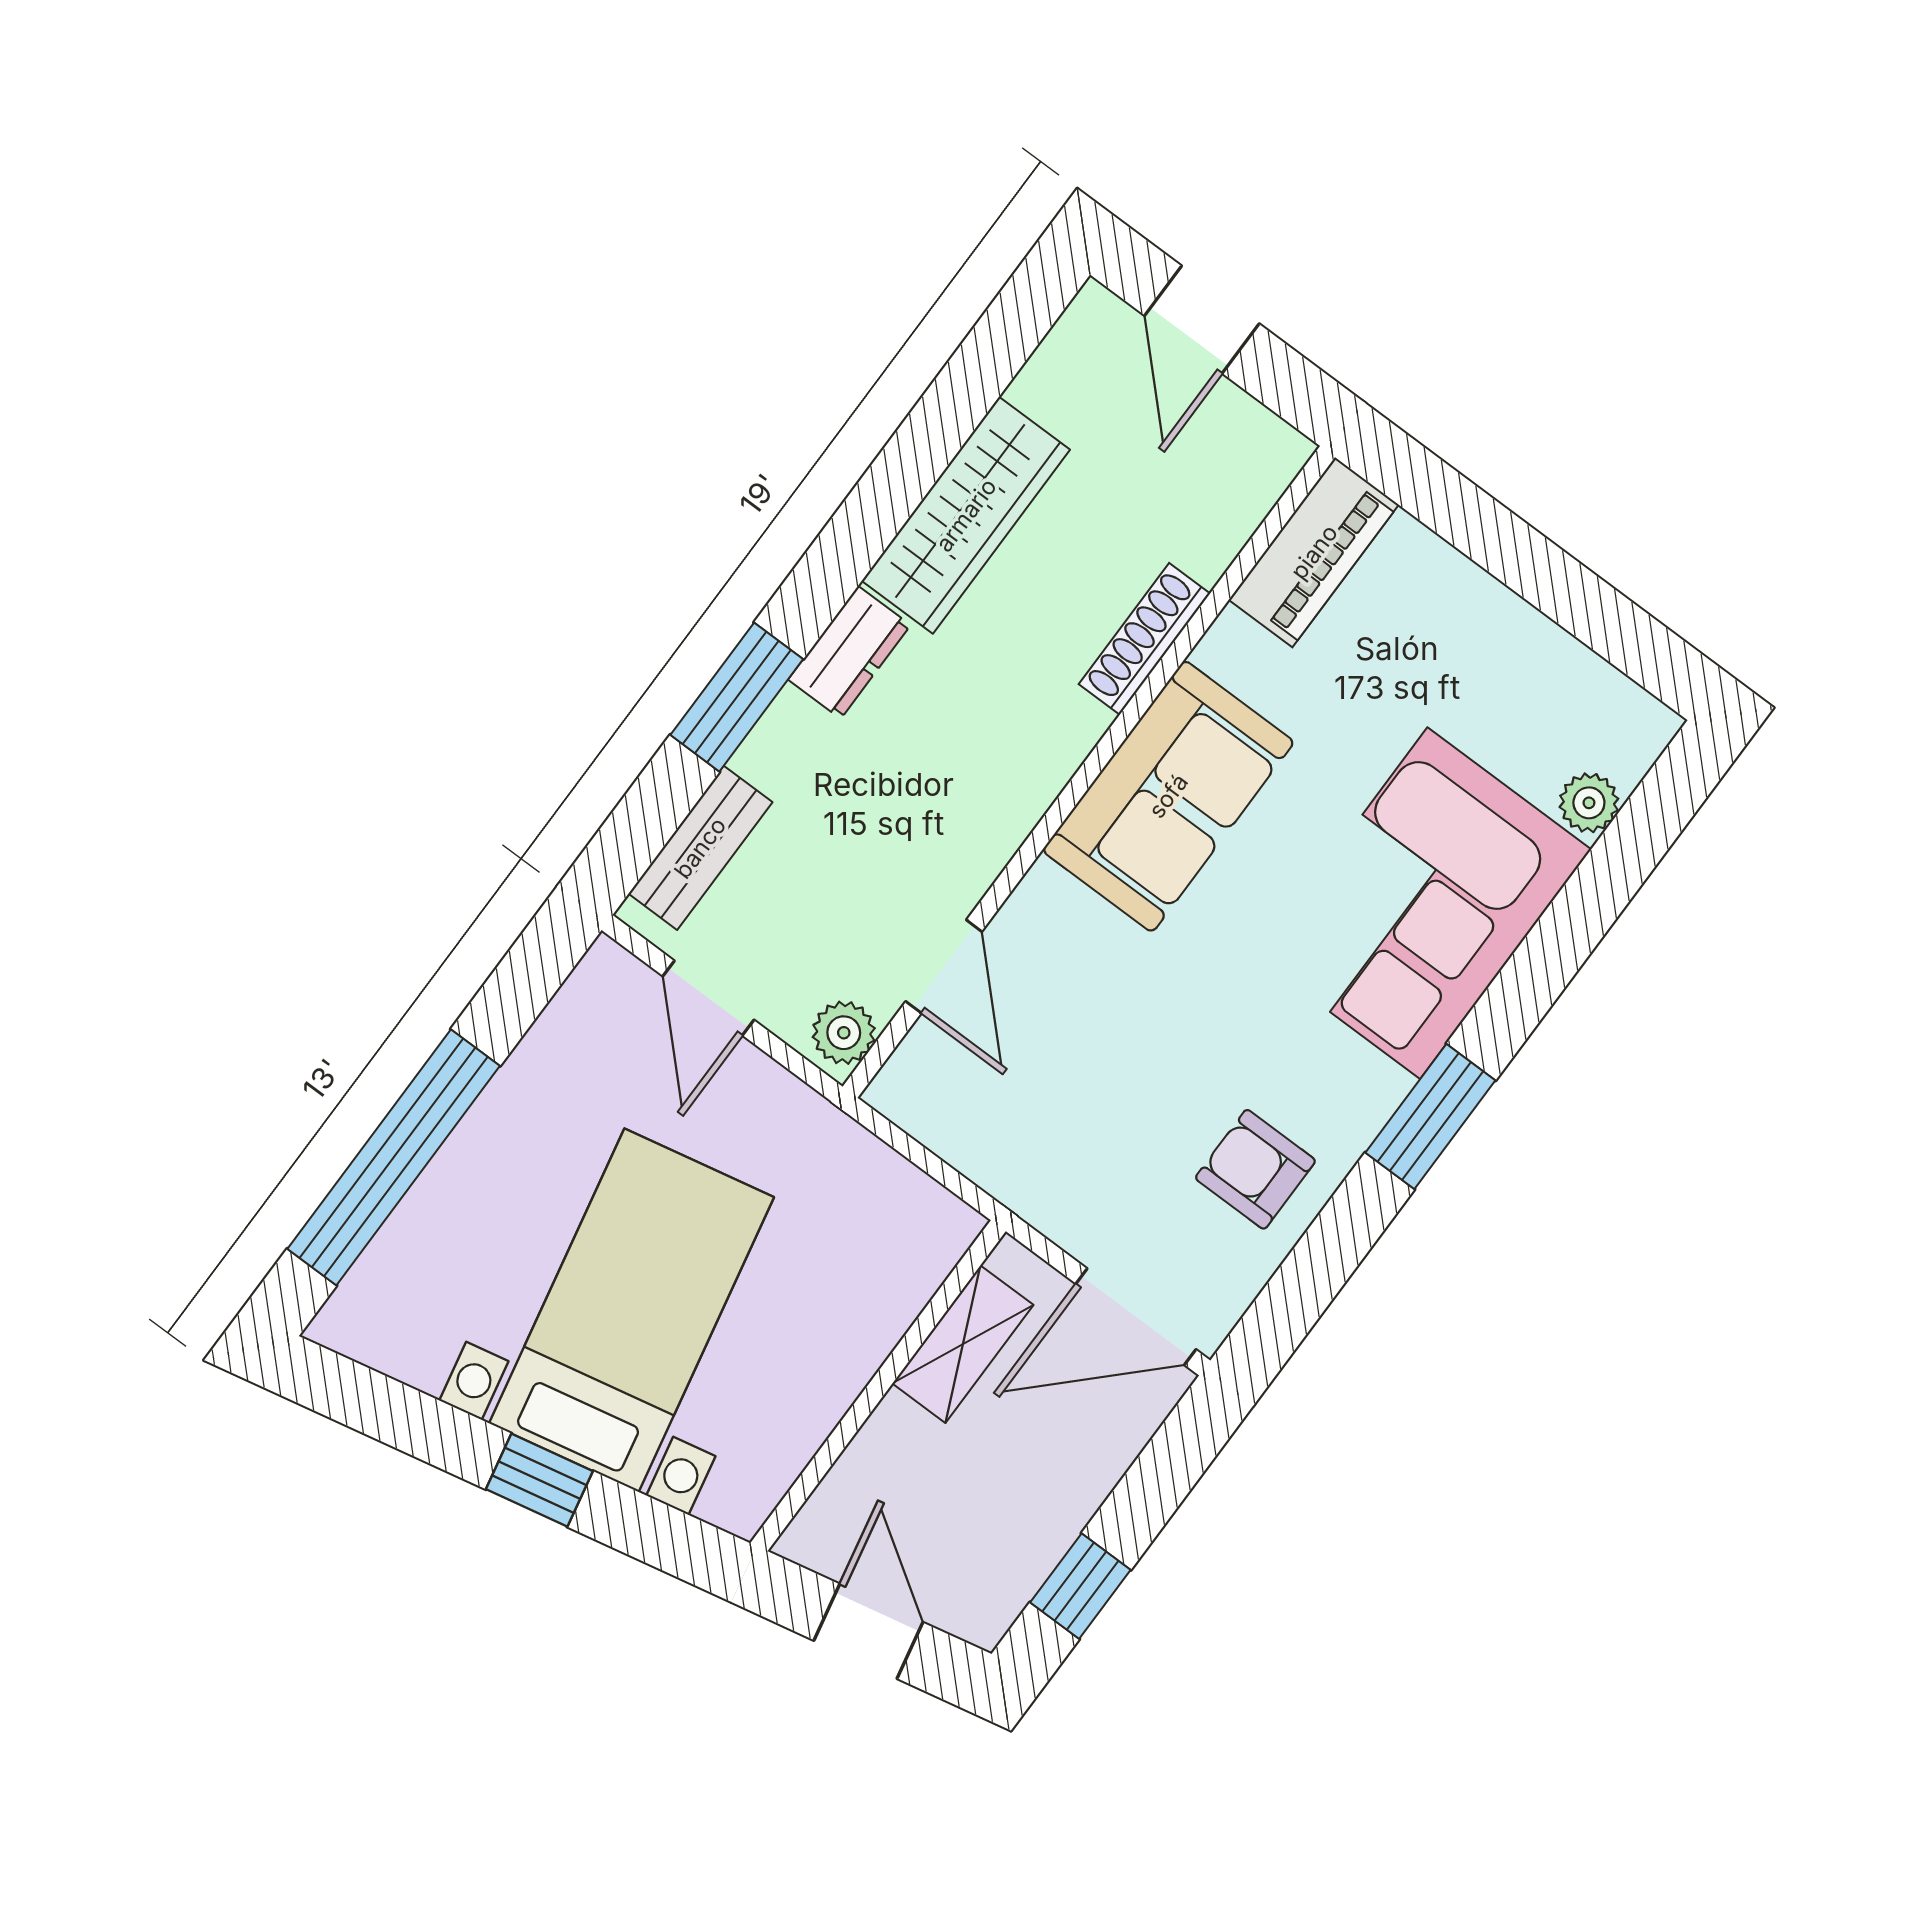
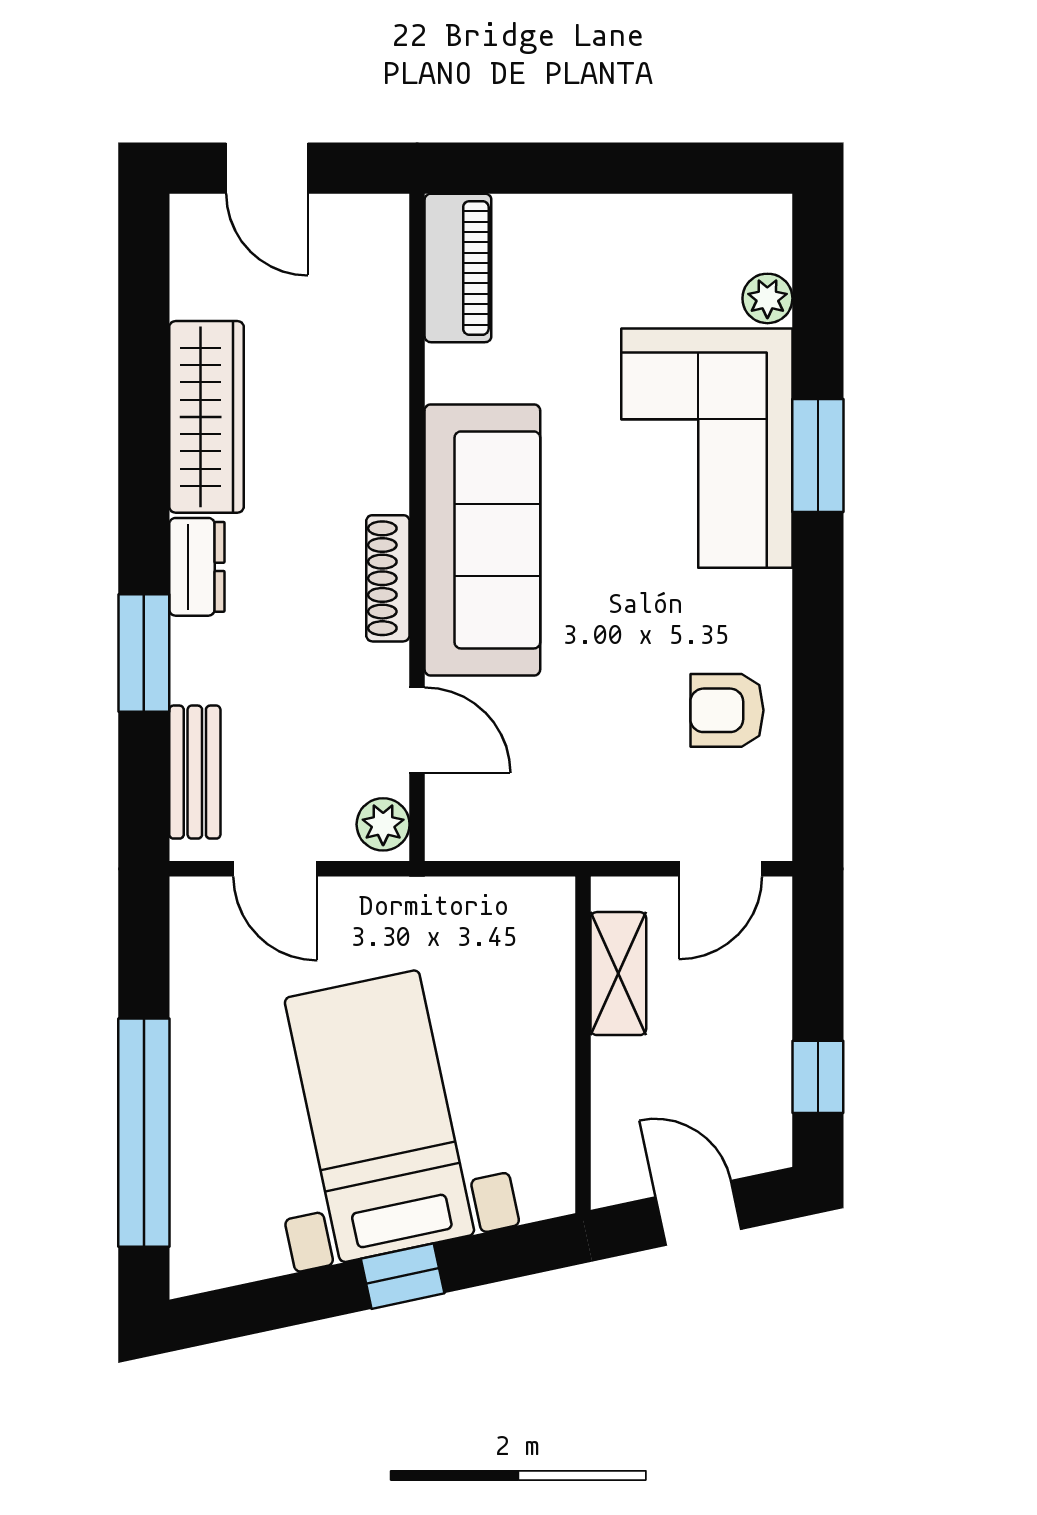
shoe rack: (1144, 639) -> (388, 578), moved
sofa: (1168, 796) -> (482, 540), width x1.36
window: (1430, 1116) -> (818, 456), moved
door: (1136, 1317) -> (720, 869), width x0.73

